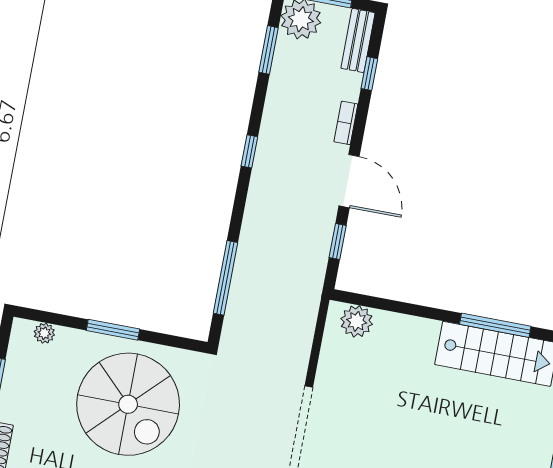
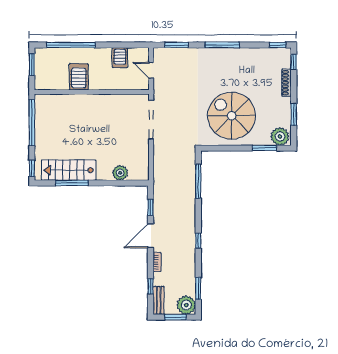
door: (349, 181) -> (151, 236), hinge flipped
plant: (357, 321) -> (120, 173), moved
window: (113, 330) -> (264, 148), moved
plant: (44, 333) -> (280, 136), width x1.87, depth x1.87

